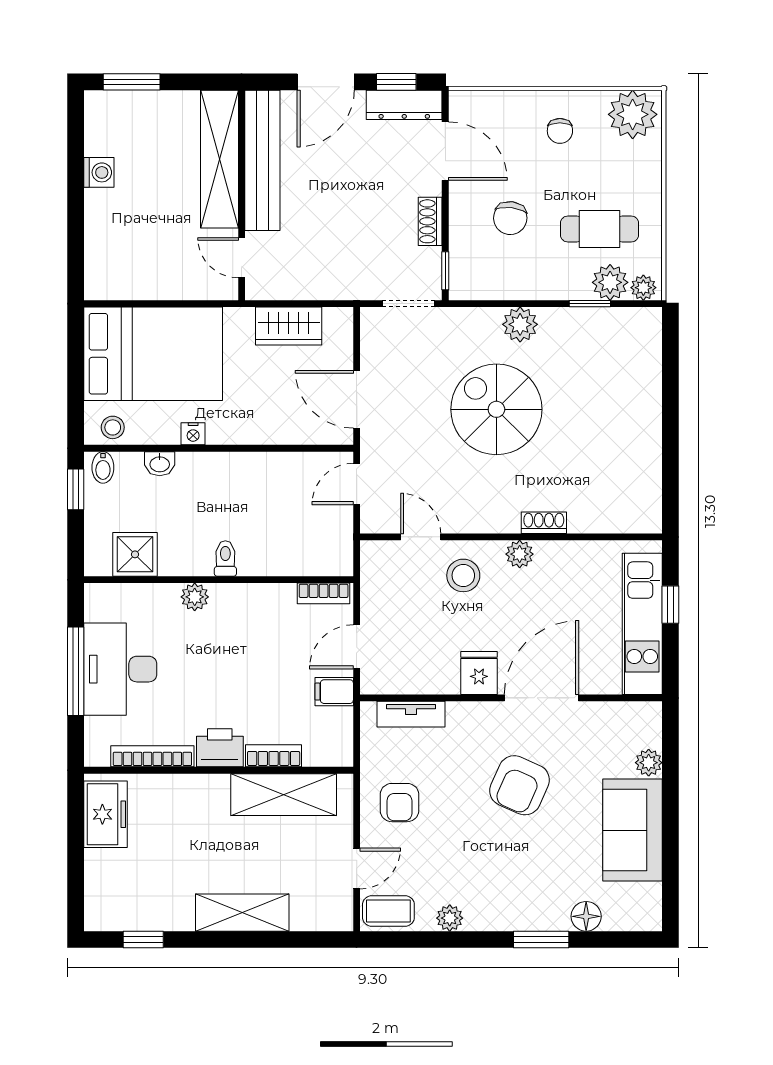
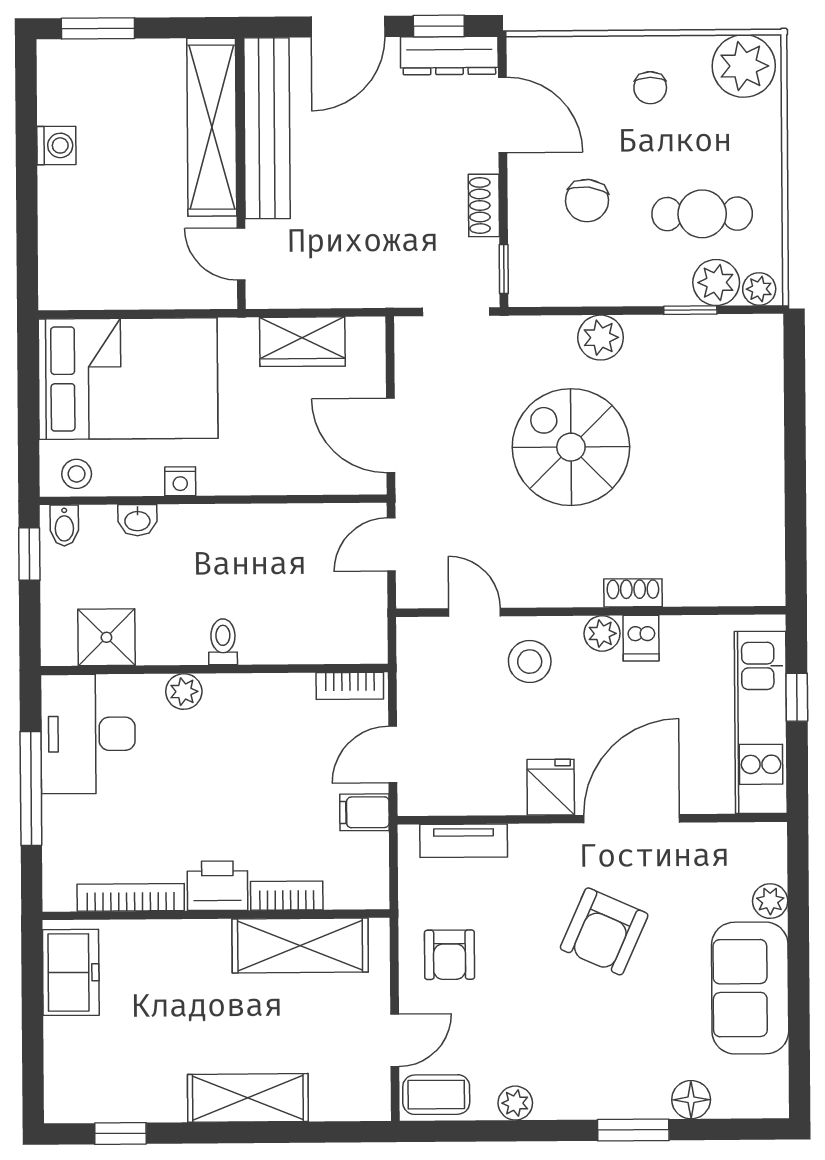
dishwasher: (550, 558) -> (641, 638), added
desk: (120, 669) -> (88, 734), moved

